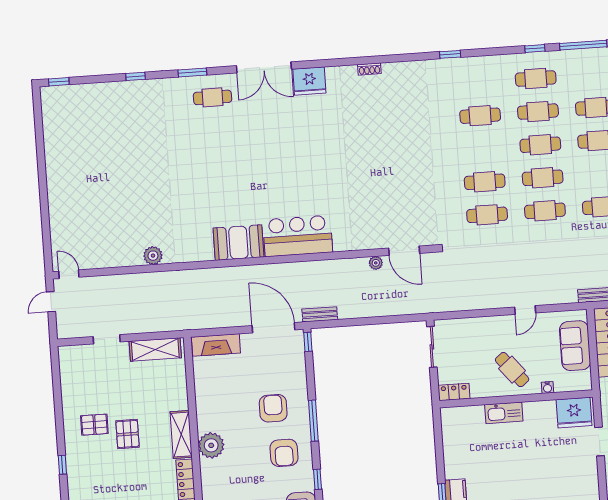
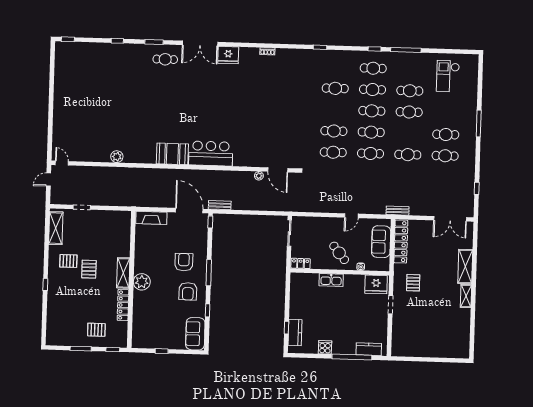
shelving: (155, 350) -> (56, 228), moved, turned 90

